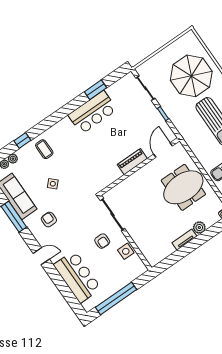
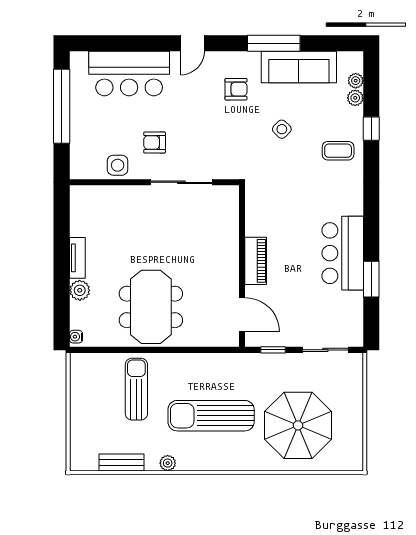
door: (163, 150) -> (242, 315), moved
piano: (132, 162) -> (256, 261), moved
wall: (139, 166) -> (242, 266), moved

